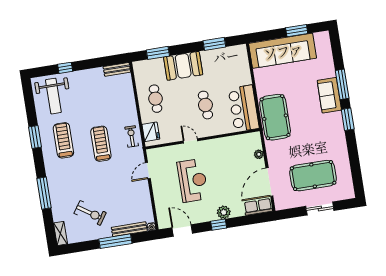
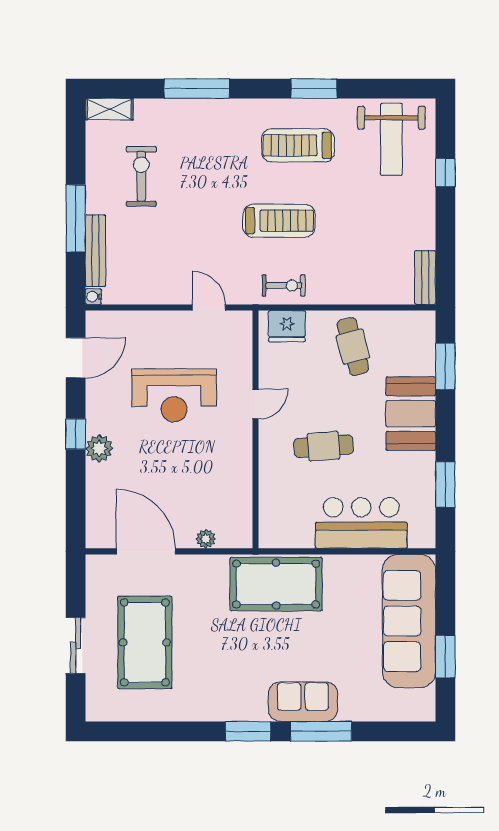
weight bench: (53, 96) -> (391, 139), turned -90
cafe table: (156, 99) -> (353, 347), turned 75
bar counter: (244, 108) -> (361, 523), moved
treadmill: (63, 140) -> (298, 145), turned 180
row of seats: (258, 207) -> (99, 520), removed
exercise bike: (90, 213) -> (141, 176), turned 146

